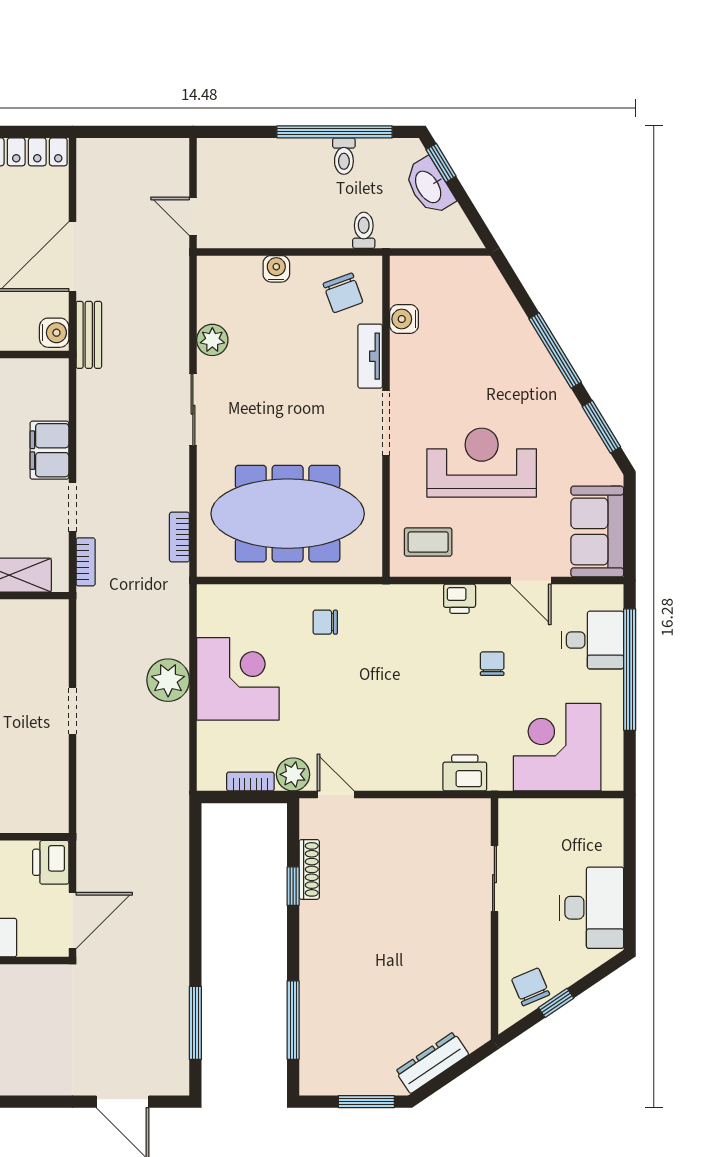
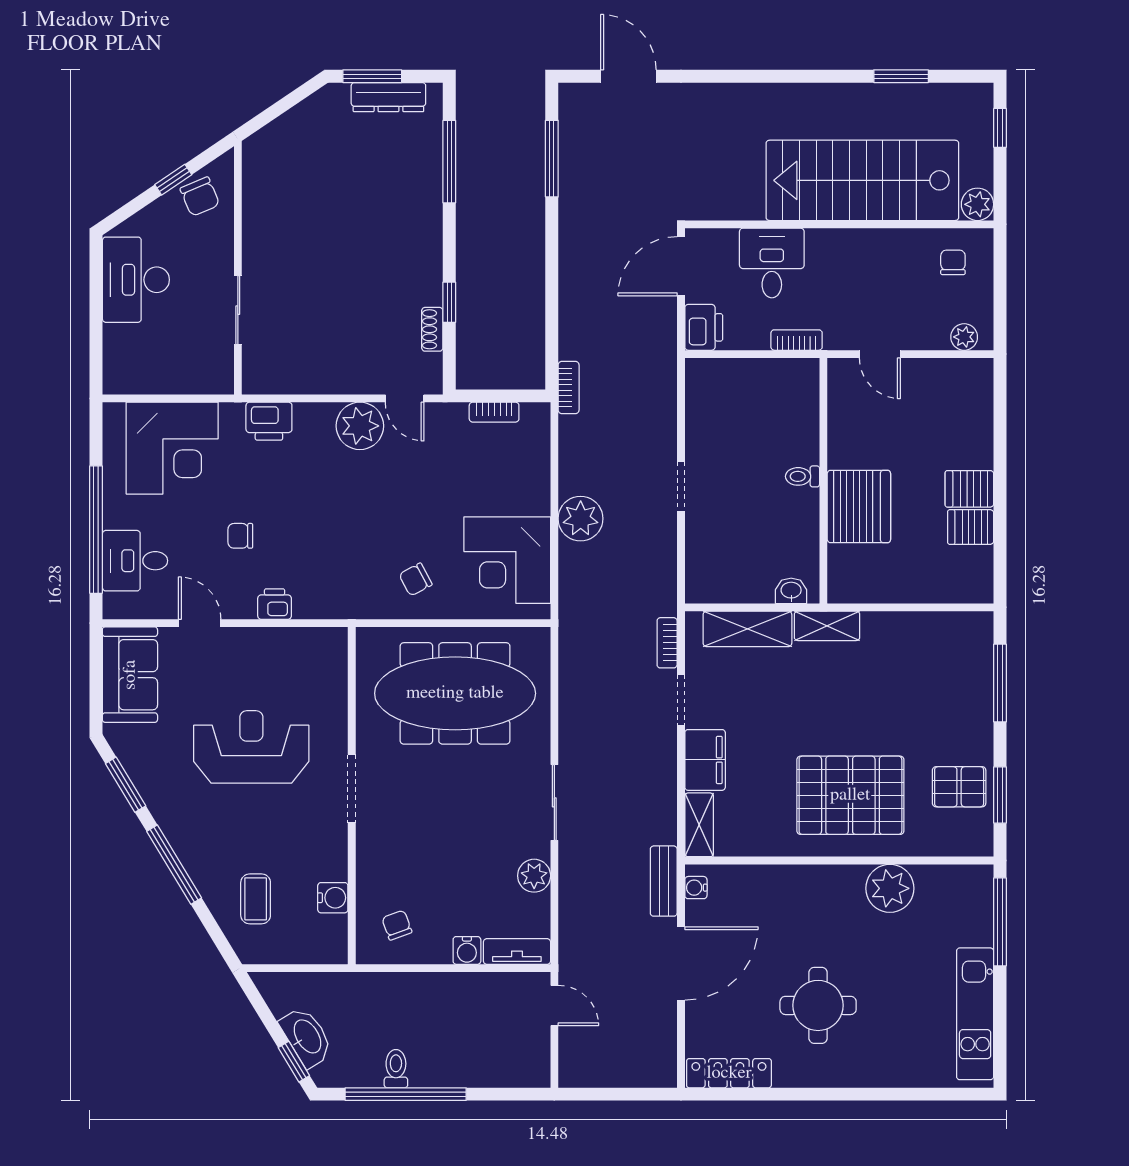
toilet: (364, 230) -> (375, 991), removed
chair: (343, 293) -> (397, 925), width x0.73, depth x0.73
water cooler: (54, 333) -> (696, 888), width x0.72, depth x0.72
tv unit: (370, 356) -> (517, 952), moved, turned -90
shelving: (55, 388) -> (699, 825), added
reception desk: (482, 463) -> (251, 747), turned 180
bookcase: (179, 537) -> (569, 387), moved
coffee table: (428, 542) -> (256, 899), moved, turned 90
chair: (325, 622) -> (416, 579), turned 152
chair: (492, 664) -> (240, 536), turned 90
corner desk: (238, 679) -> (507, 560), moved
plant: (293, 774) -> (360, 426), moved, width x1.36, depth x1.36
shoe rack: (309, 869) -> (432, 329), width x0.70
dresser: (432, 1063) -> (388, 97), moved, turned 34

